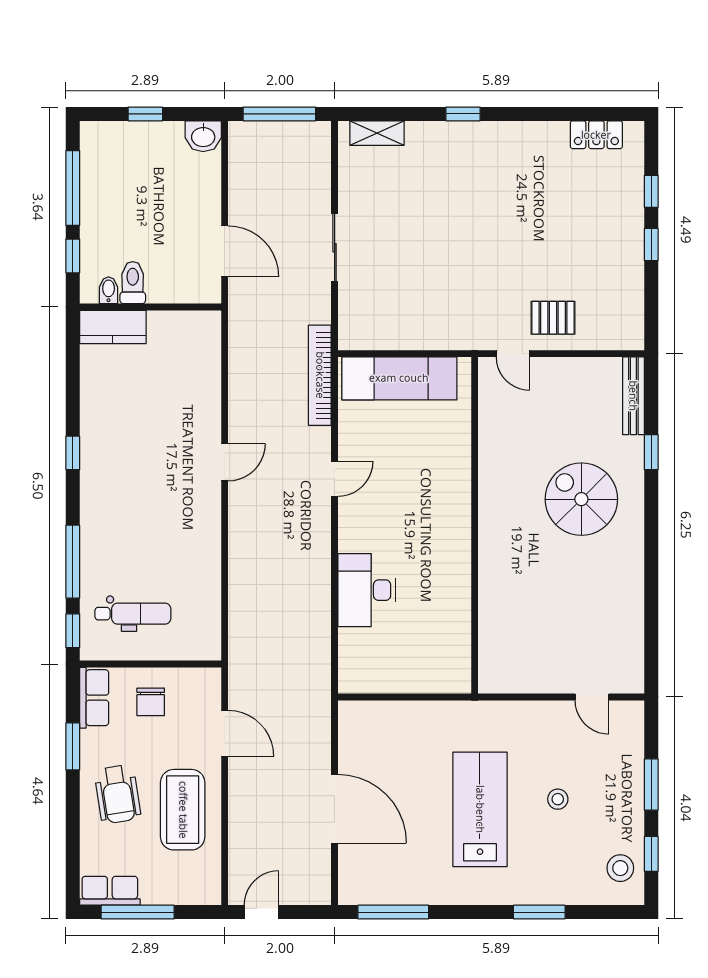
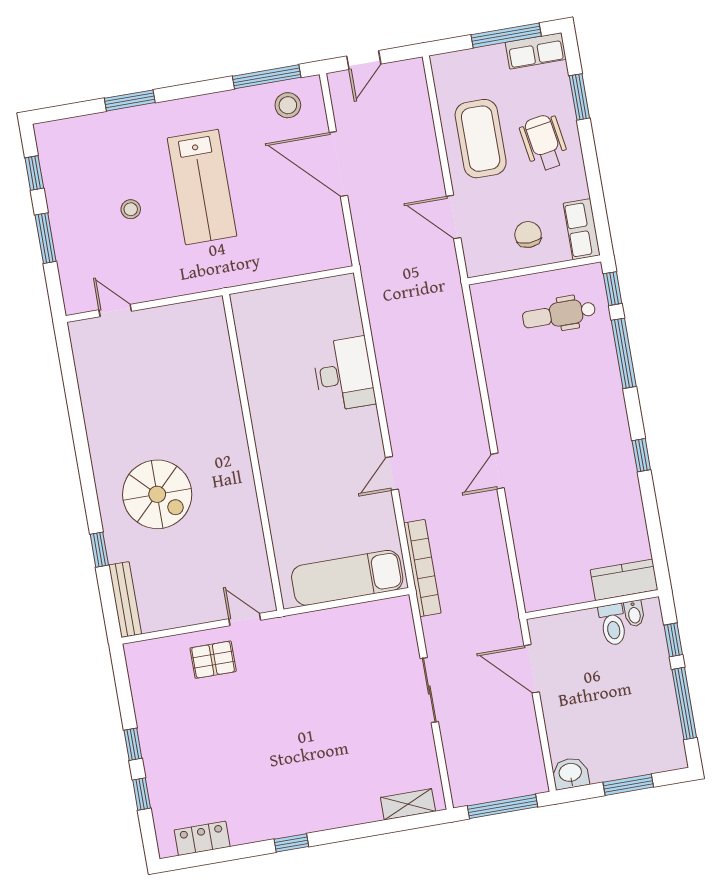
window: (145, 114) -> (628, 785), width x1.50
window: (463, 114) -> (291, 843), moved
window: (73, 746) -> (579, 97), moved
stool: (620, 868) -> (288, 105), moved
door: (261, 912) -> (364, 60), moved

